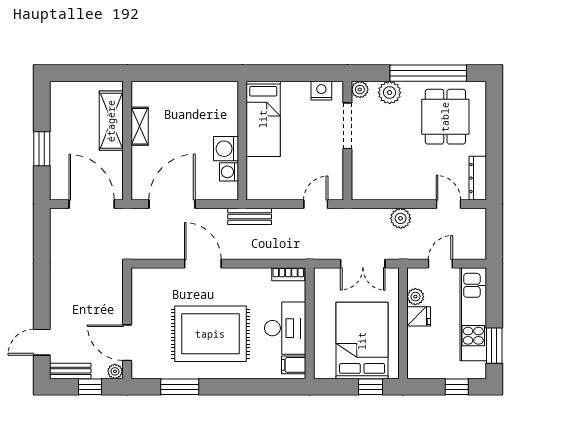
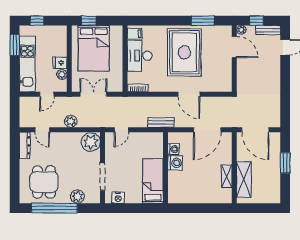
plant: (360, 90) -> (91, 142), moved, width x1.88, depth x1.88
rug: (210, 334) -> (184, 52), turned 90

